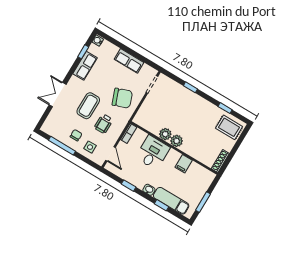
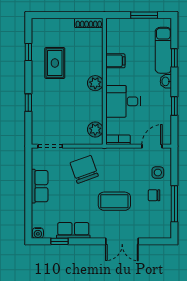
wheelchair: (104, 124) -> (124, 173), removed
rug: (229, 127) -> (55, 63), moved
plant: (165, 134) -> (95, 129), moved

